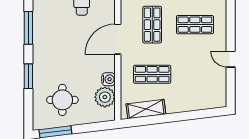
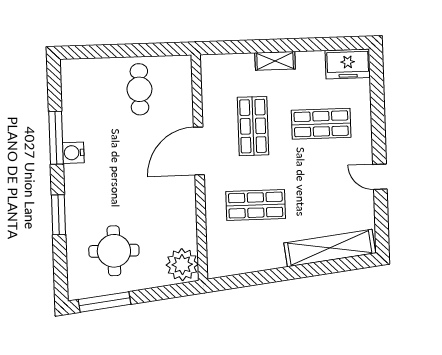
water cooler: (109, 79) -> (73, 153), moved, turned 180
plant: (105, 97) -> (182, 265), moved
shelving: (146, 109) -> (330, 248), moved, width x1.47

